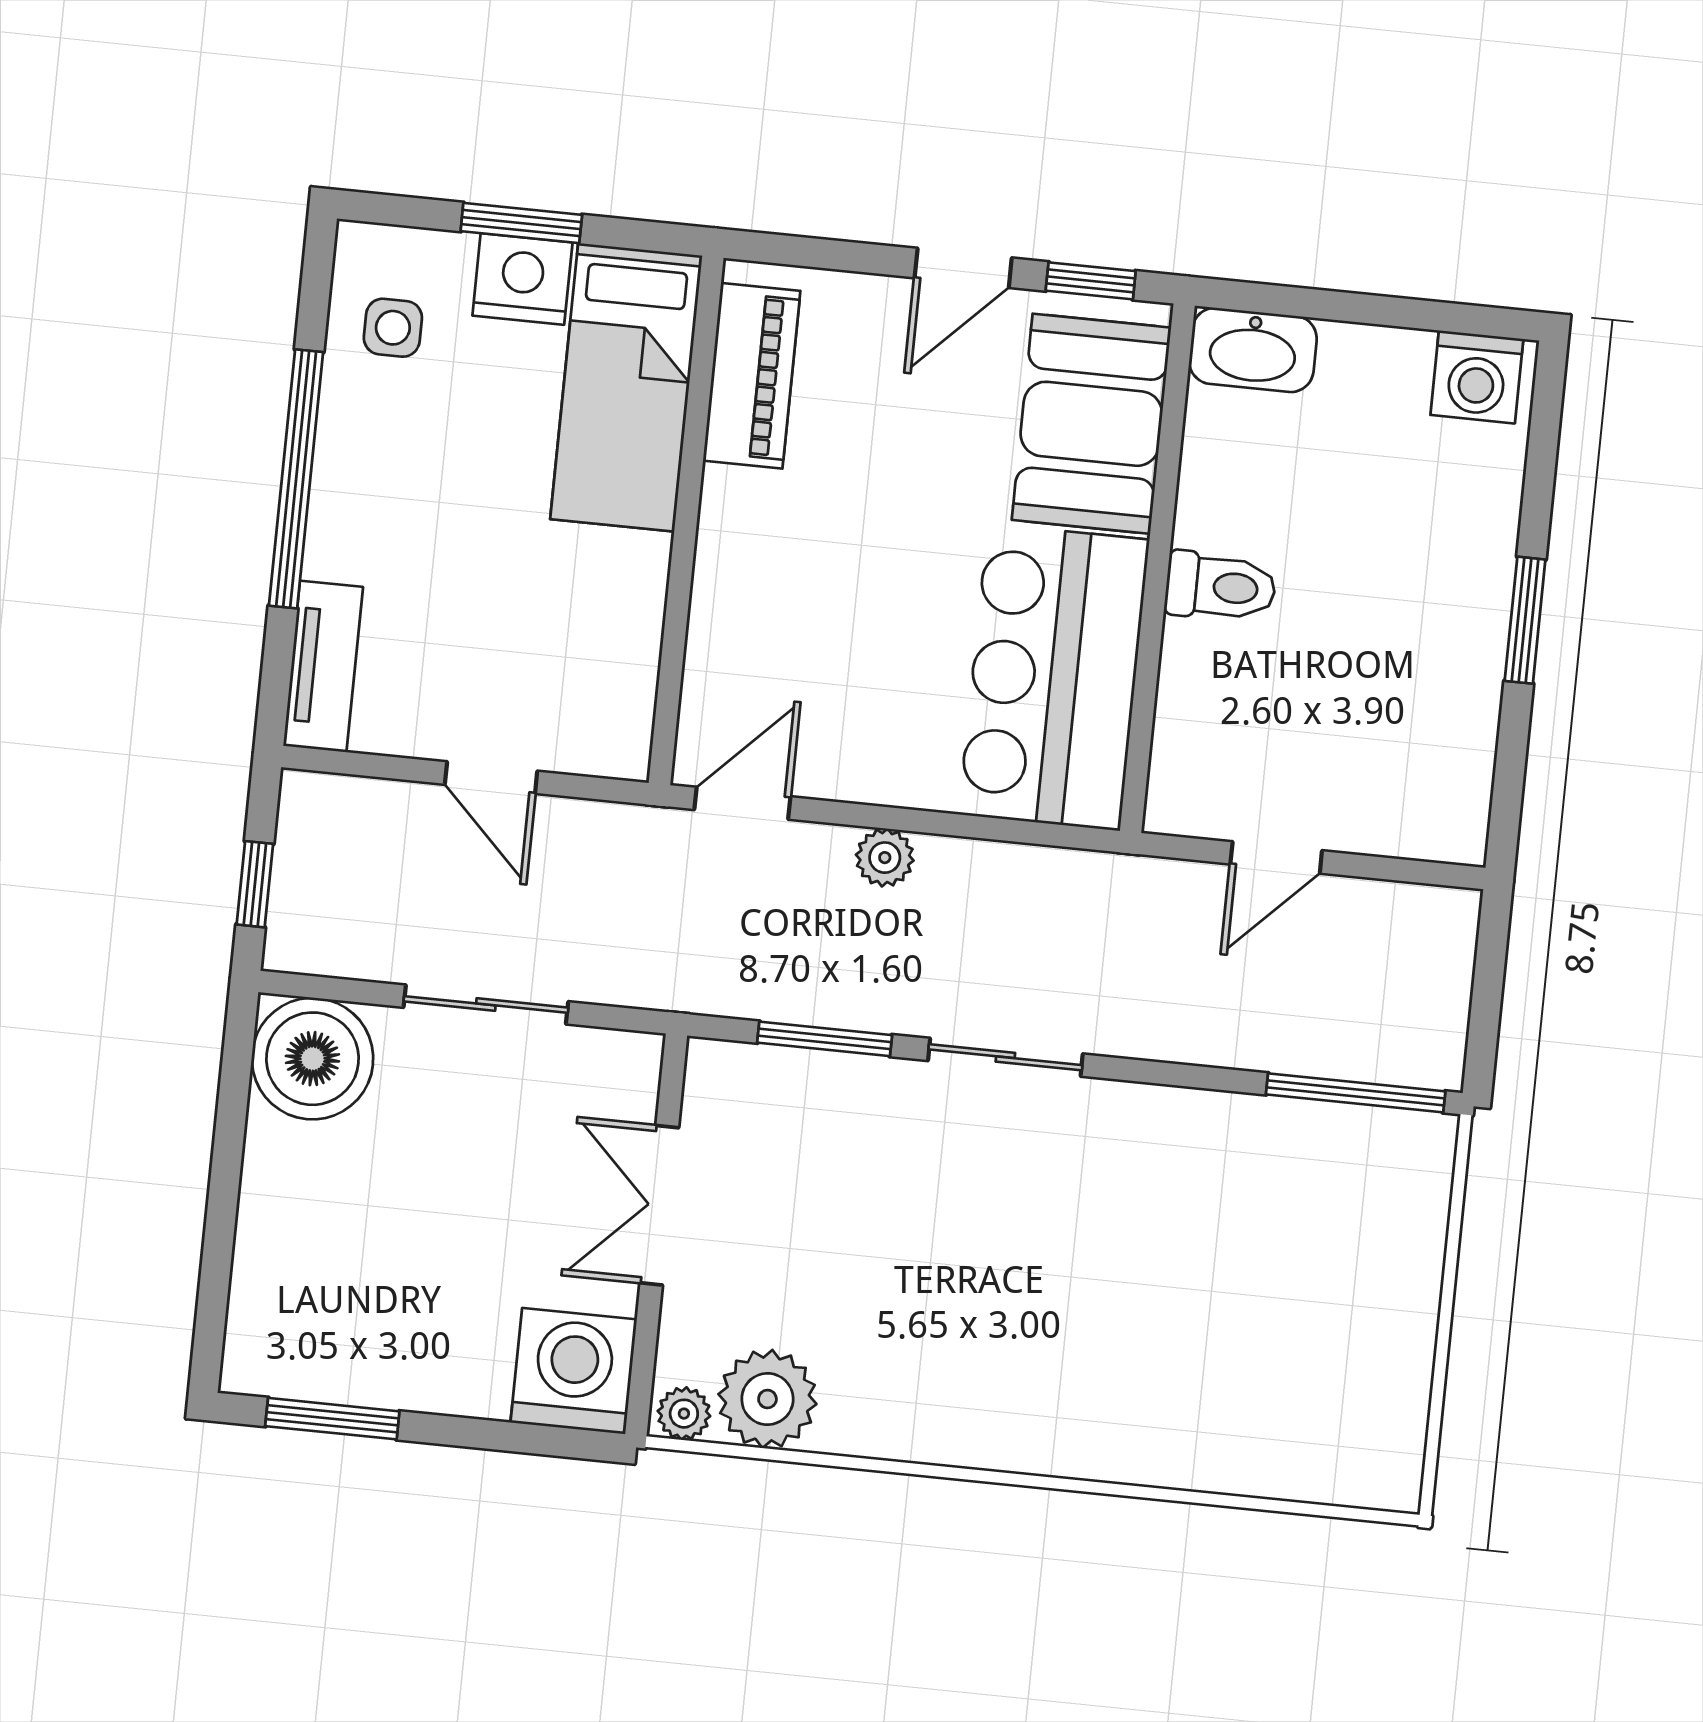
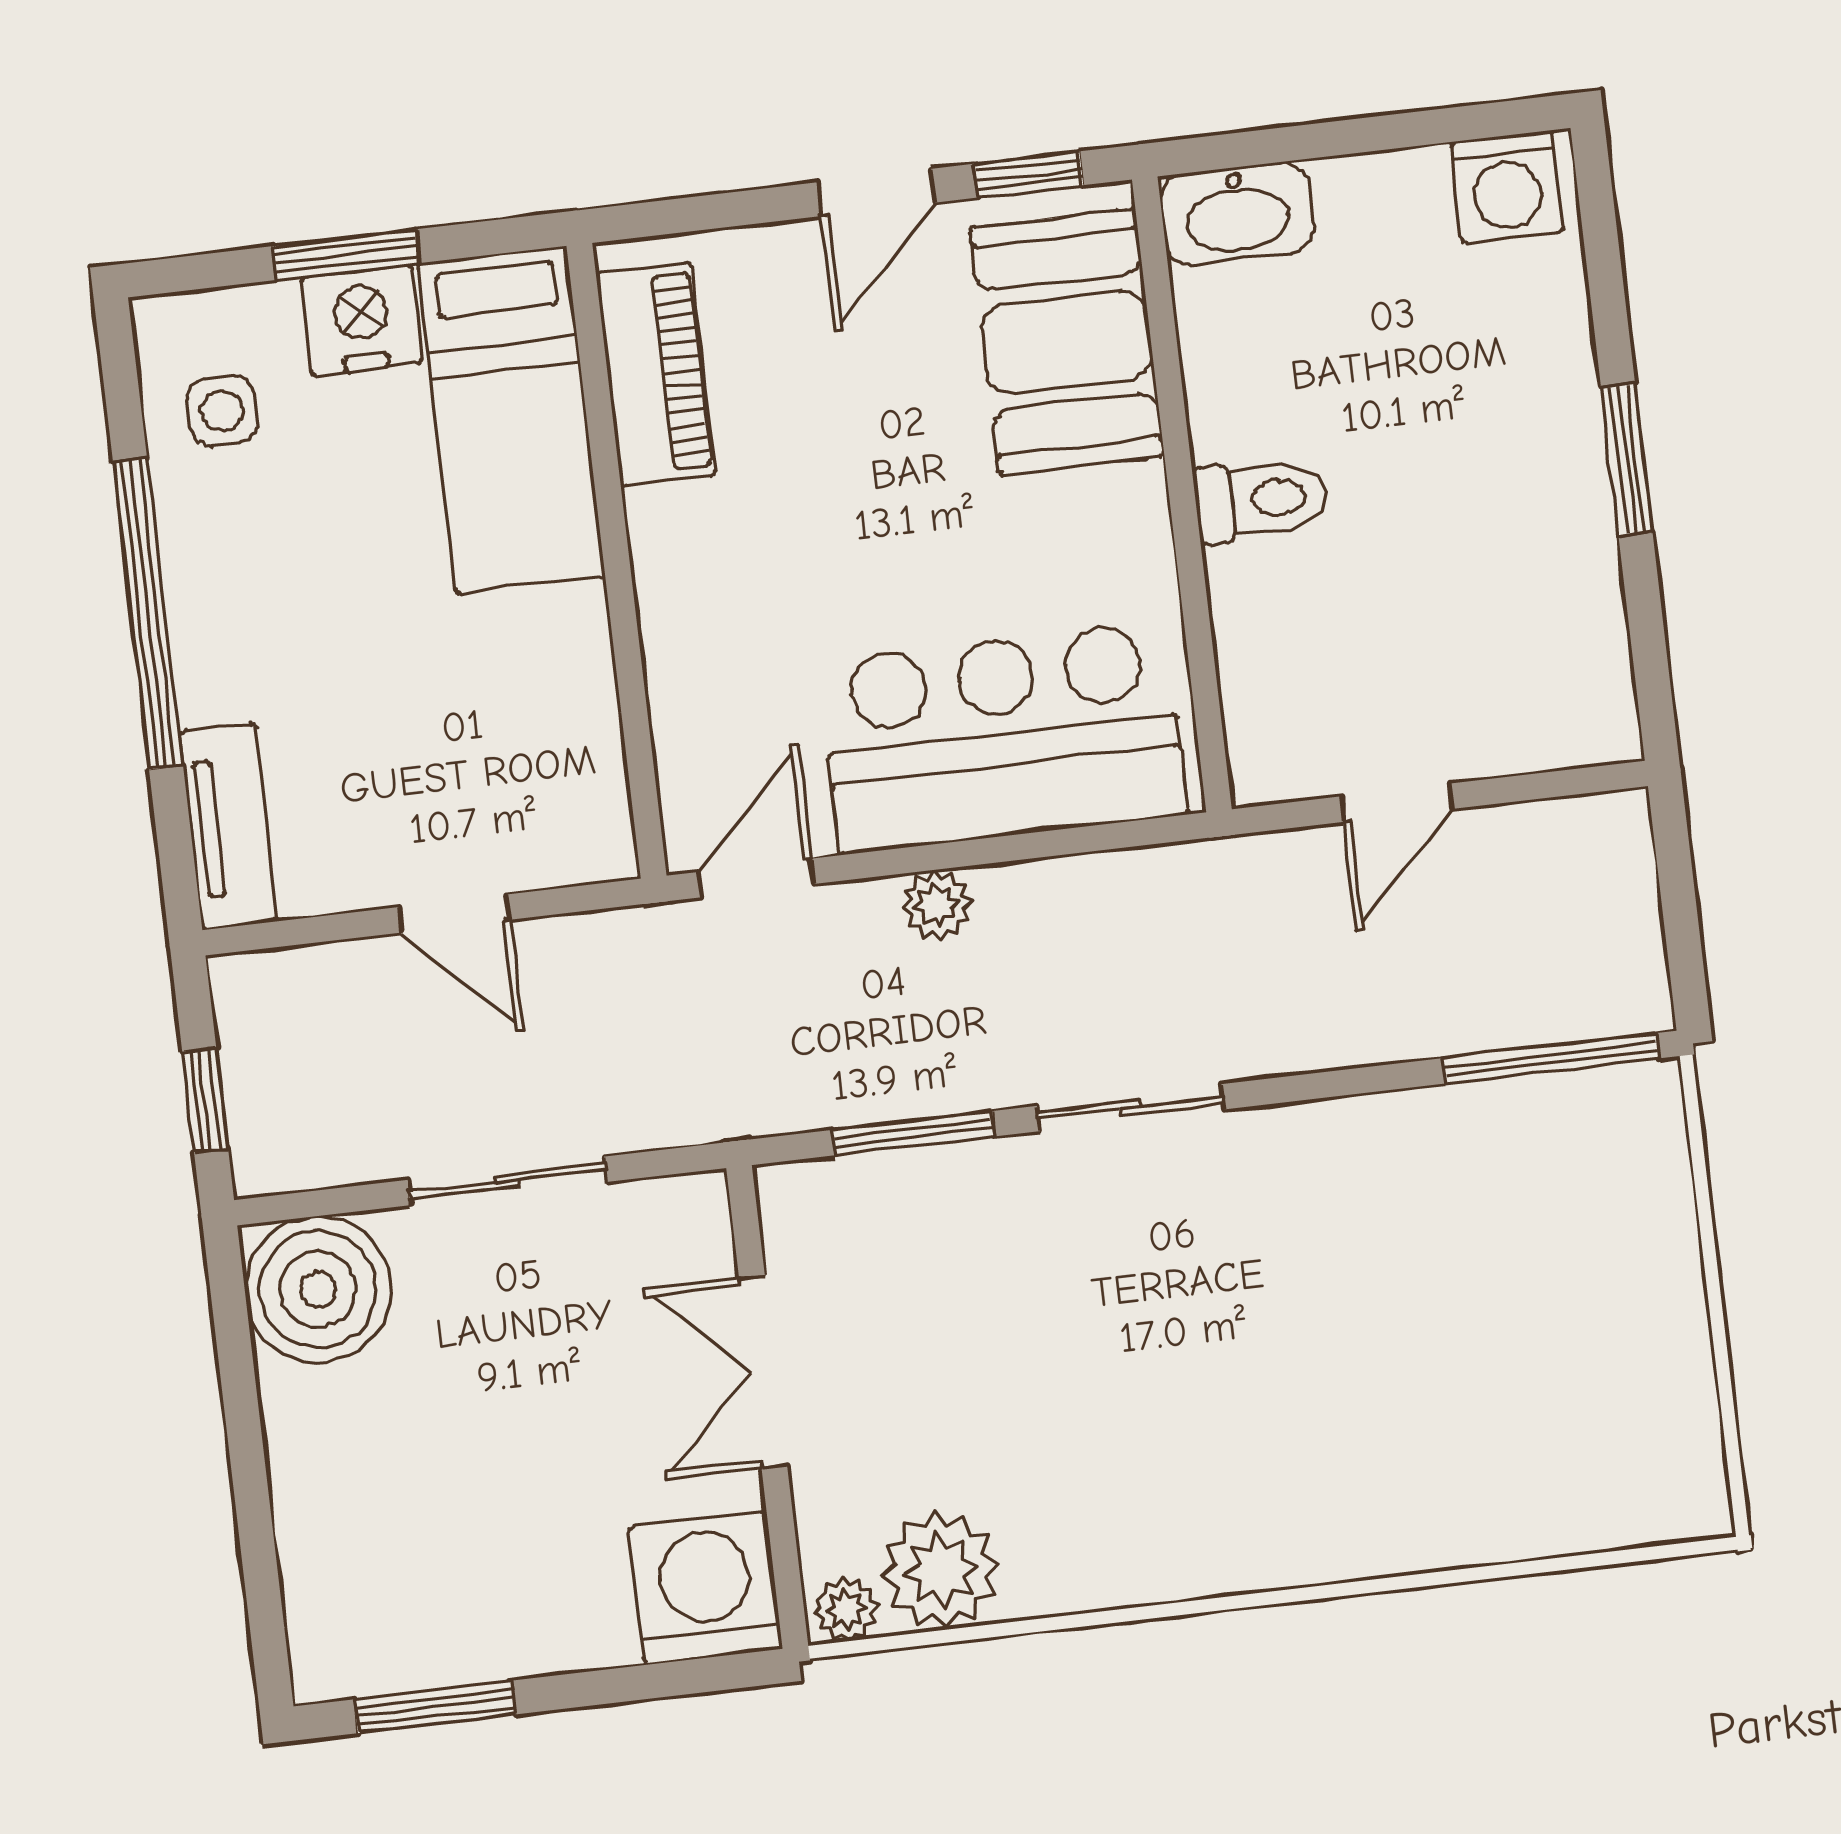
bar counter: (1054, 677) -> (1003, 738), moved, turned 90

